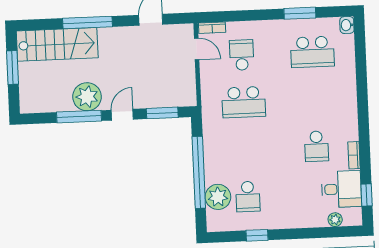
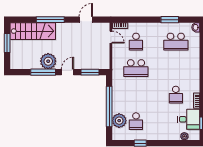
school desk: (242, 55) -> (136, 42), turned 180

